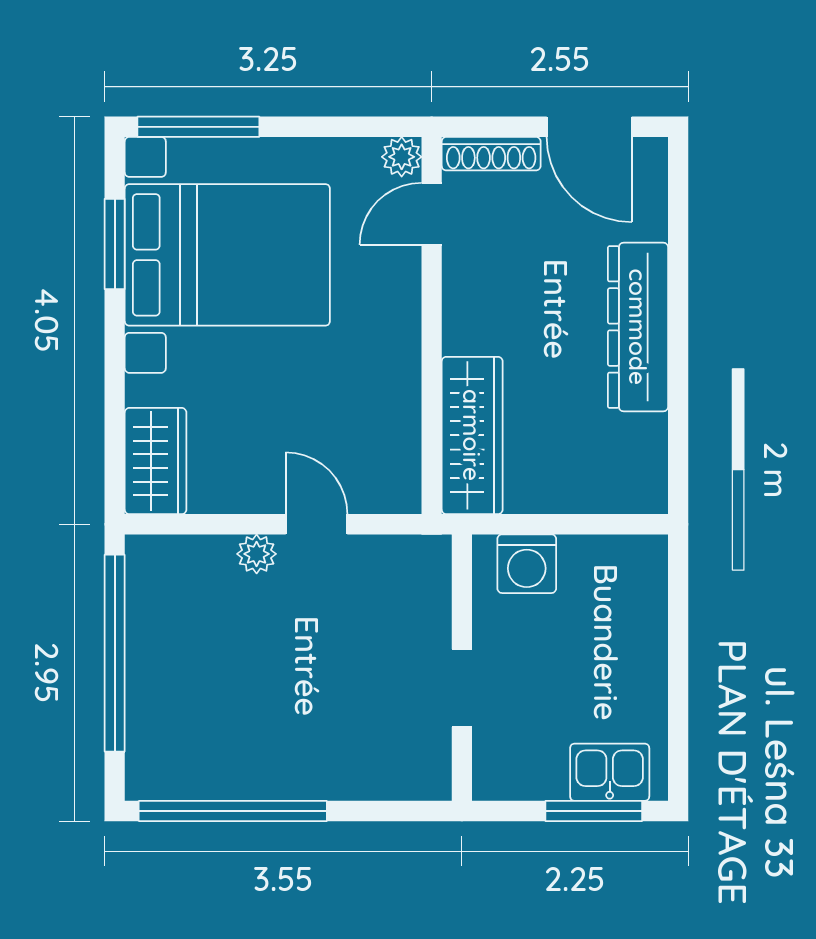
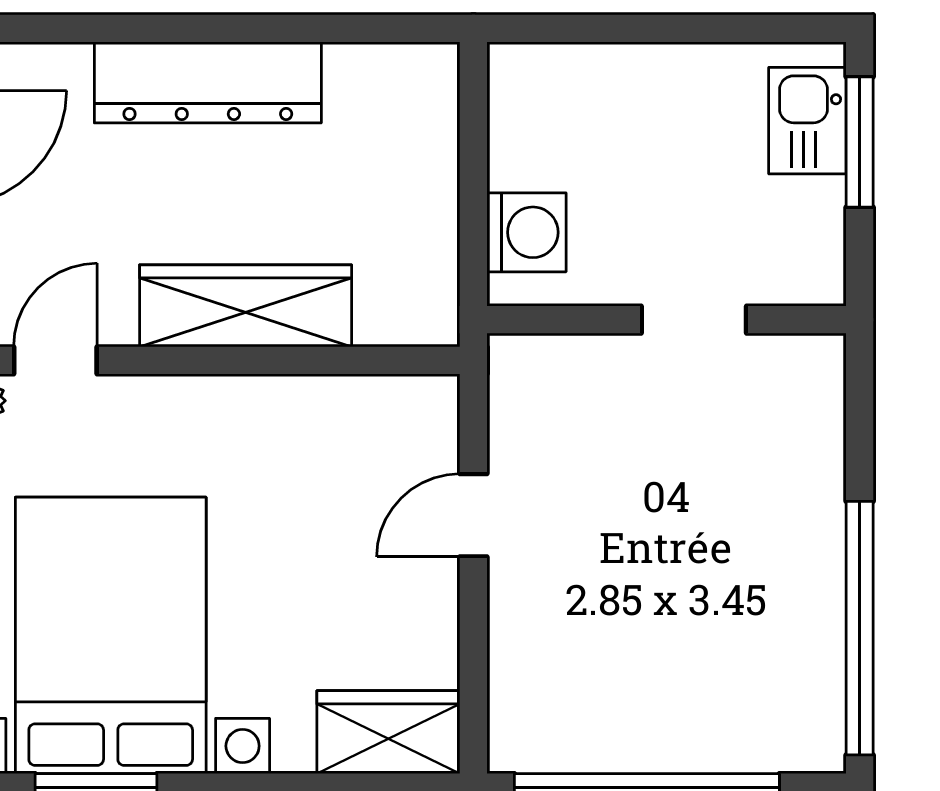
door: (432, 214) -> (55, 360), swing flipped
wardrobe: (472, 435) -> (246, 306), moved
plant: (257, 554) -> (513, 596), removed

